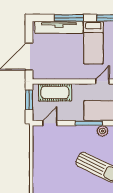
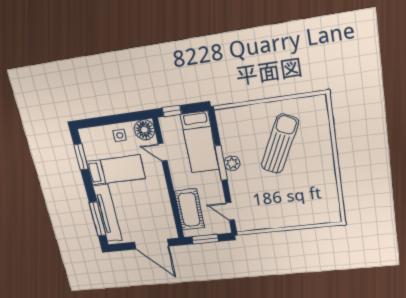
window: (69, 18) -> (97, 219), moved
plant: (102, 131) -> (232, 163), moved

